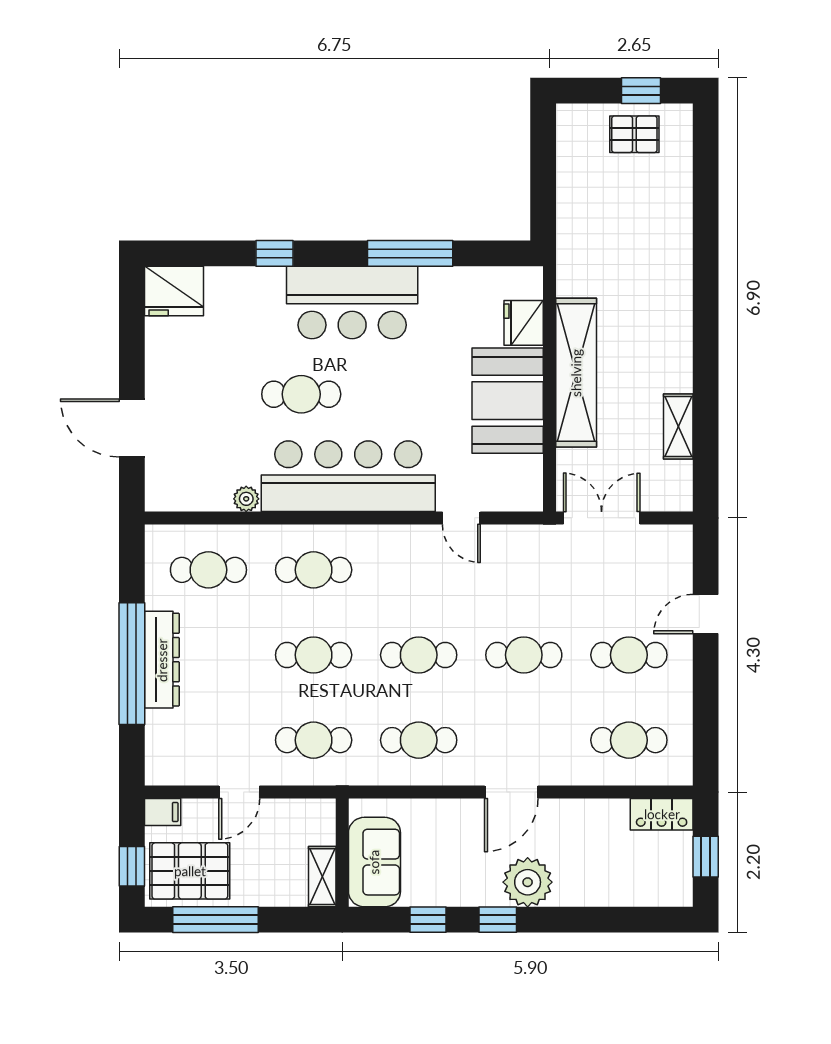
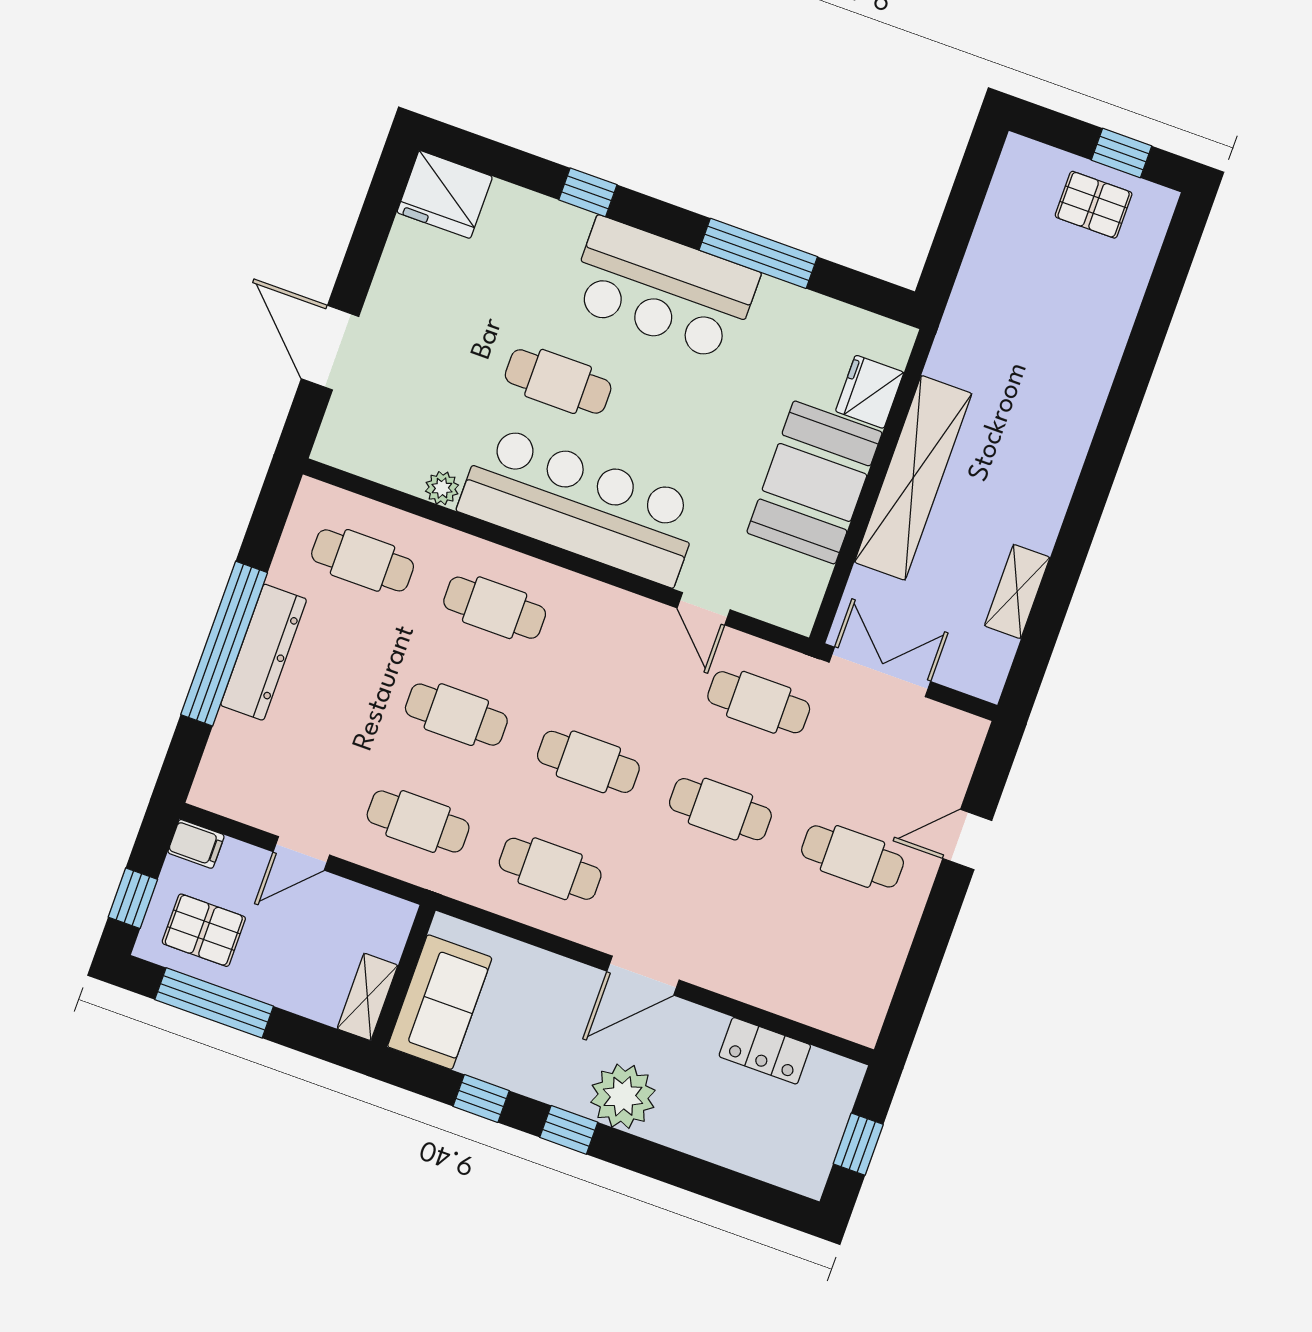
cafe table: (629, 740) -> (759, 702), moved
locker: (662, 814) -> (765, 1051), moved
pallet: (190, 871) -> (204, 930), width x0.67, depth x0.71

